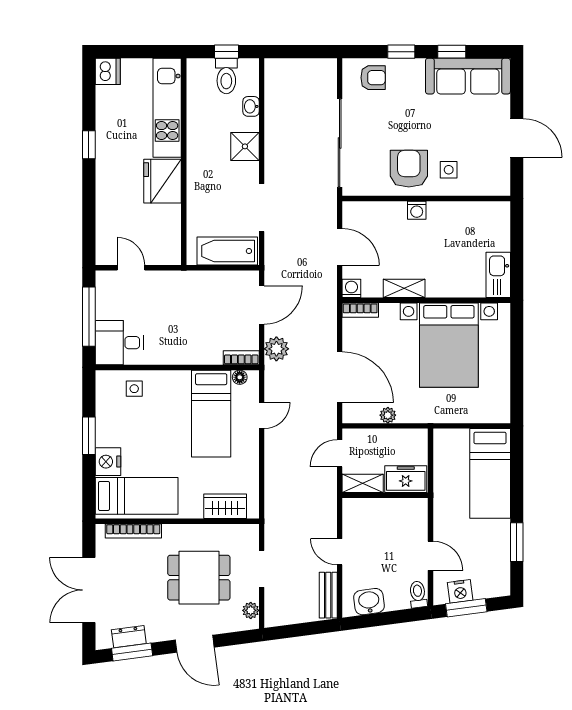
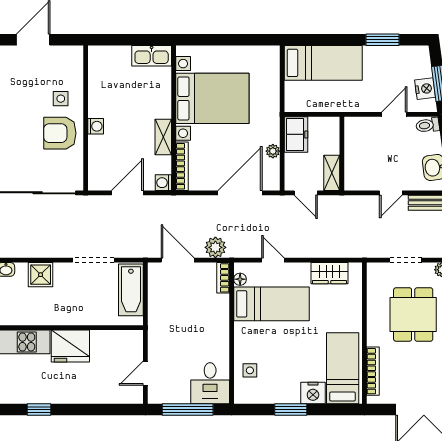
bookcase: (360, 310) -> (182, 166), width x1.56
freezer: (406, 479) -> (296, 134), moved, turned 180
wardrobe: (225, 506) -> (329, 273), moved, turned -90

